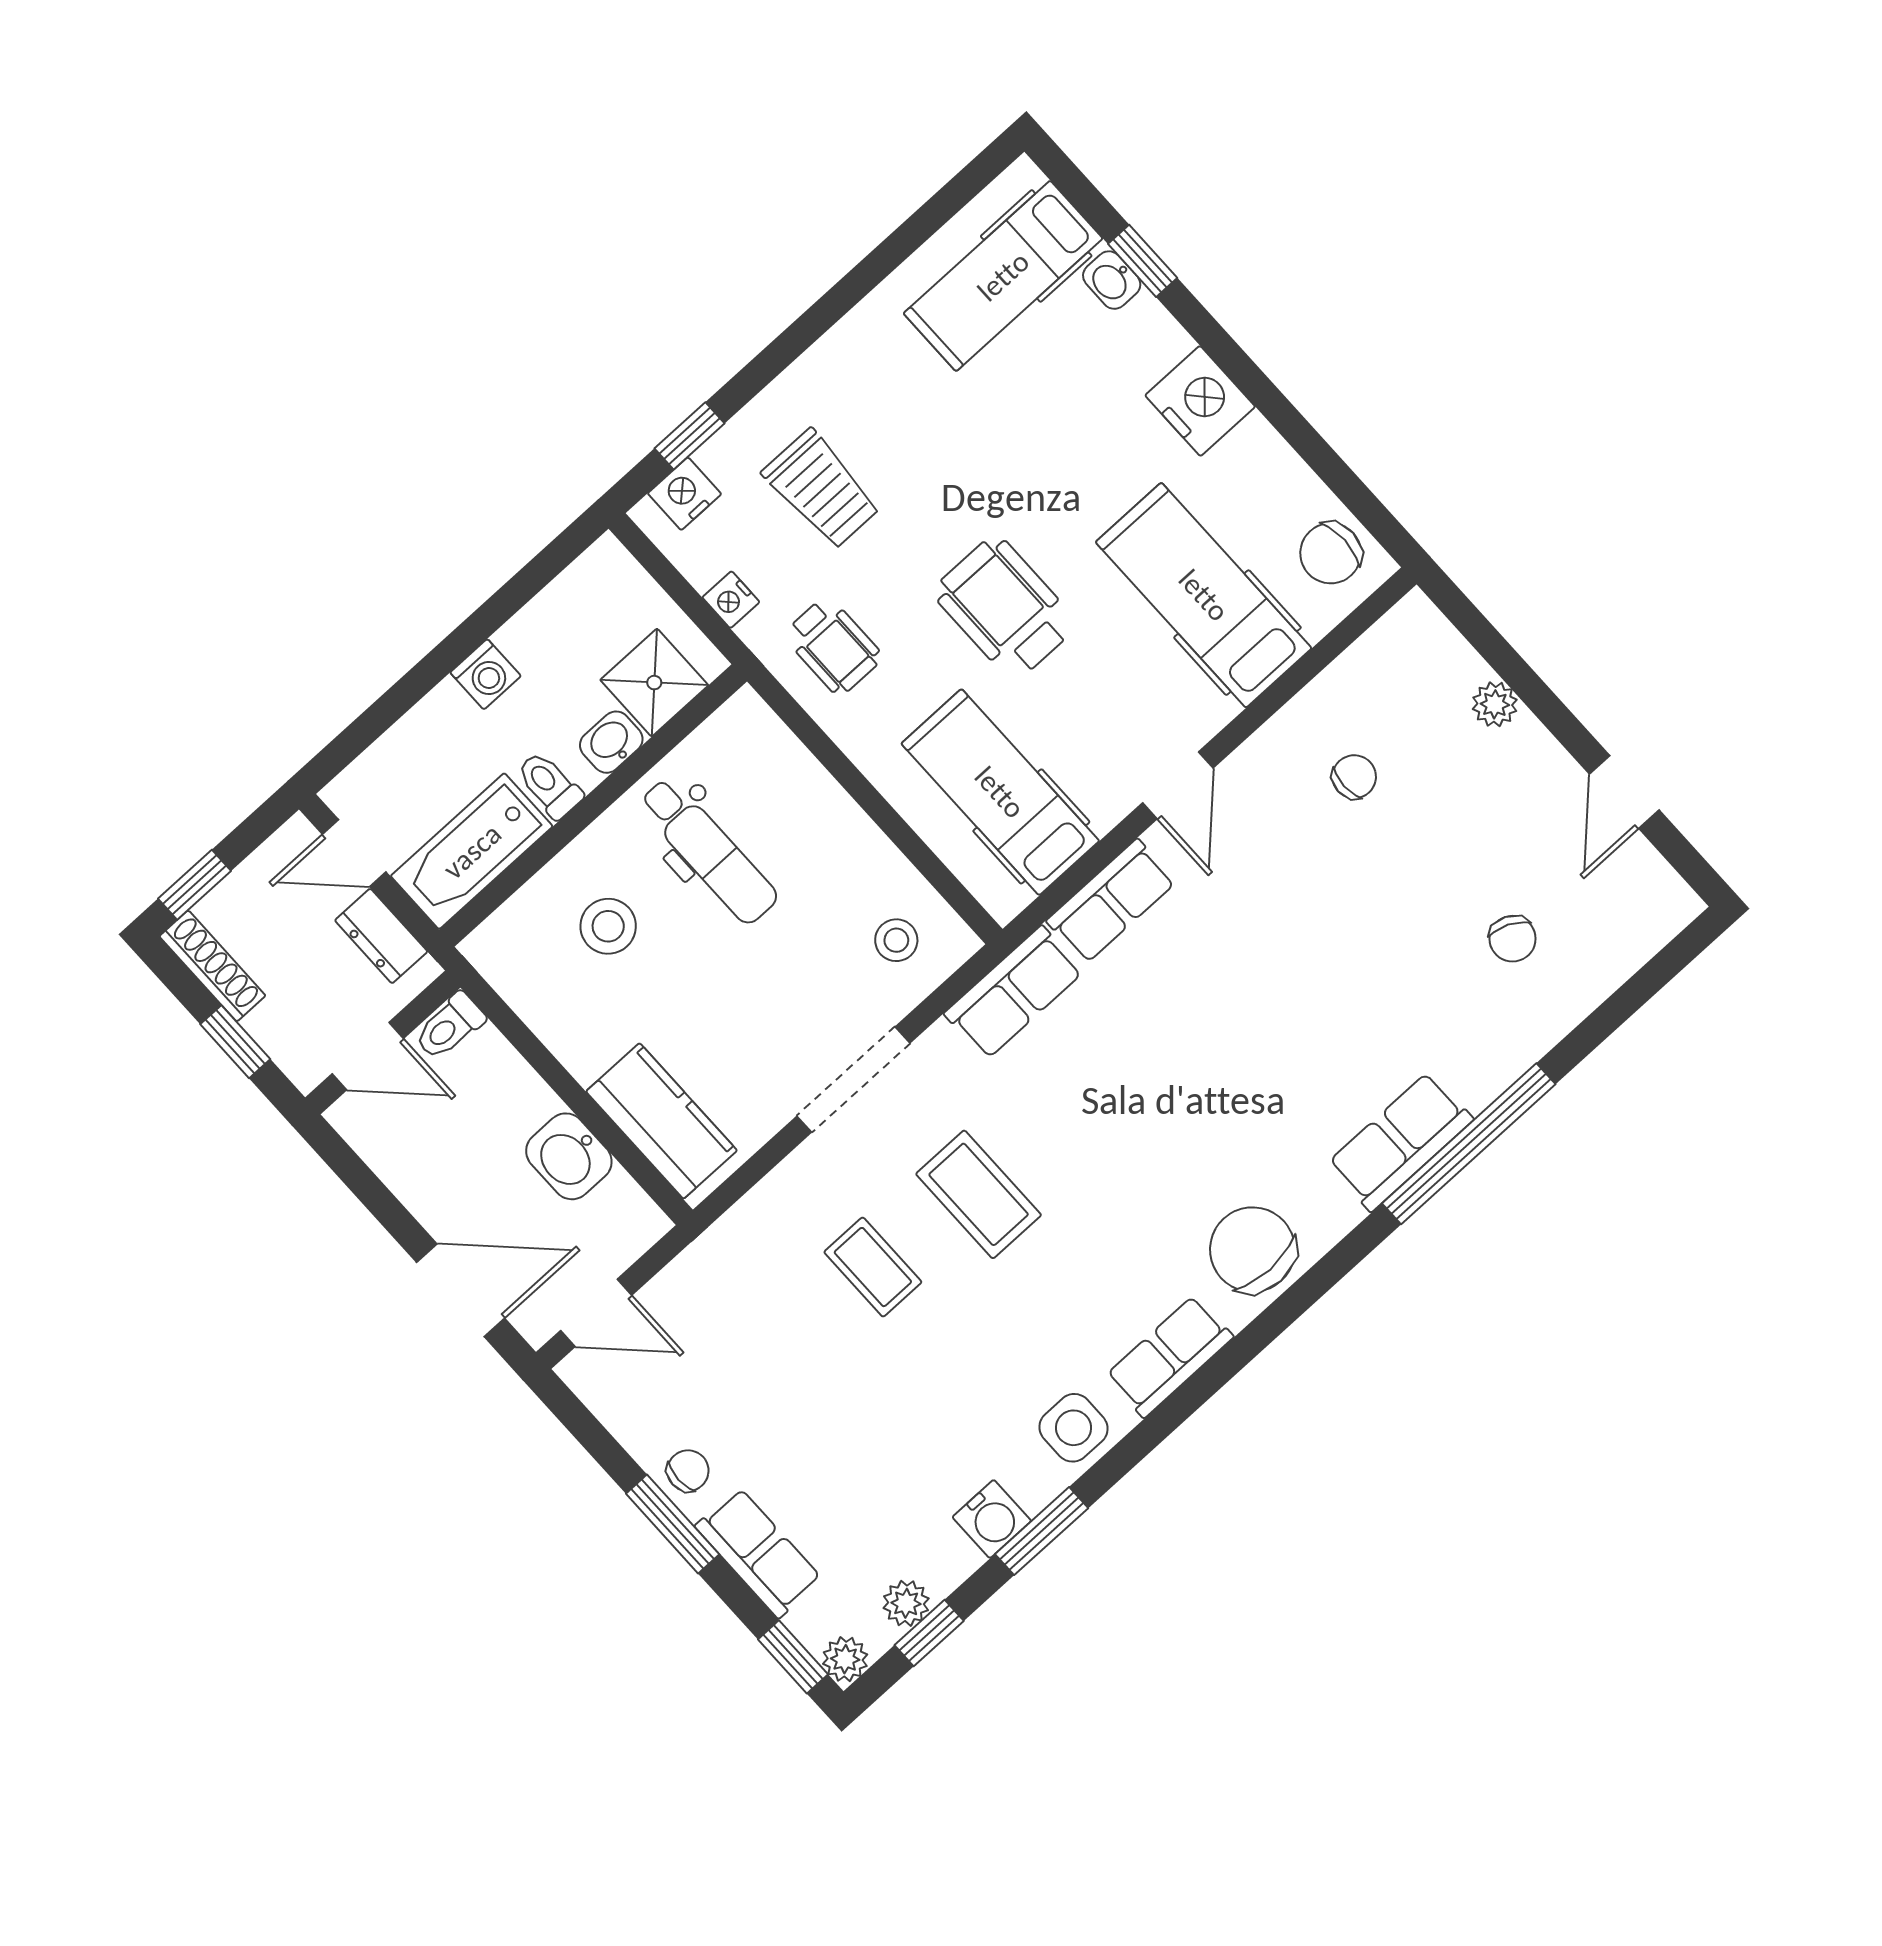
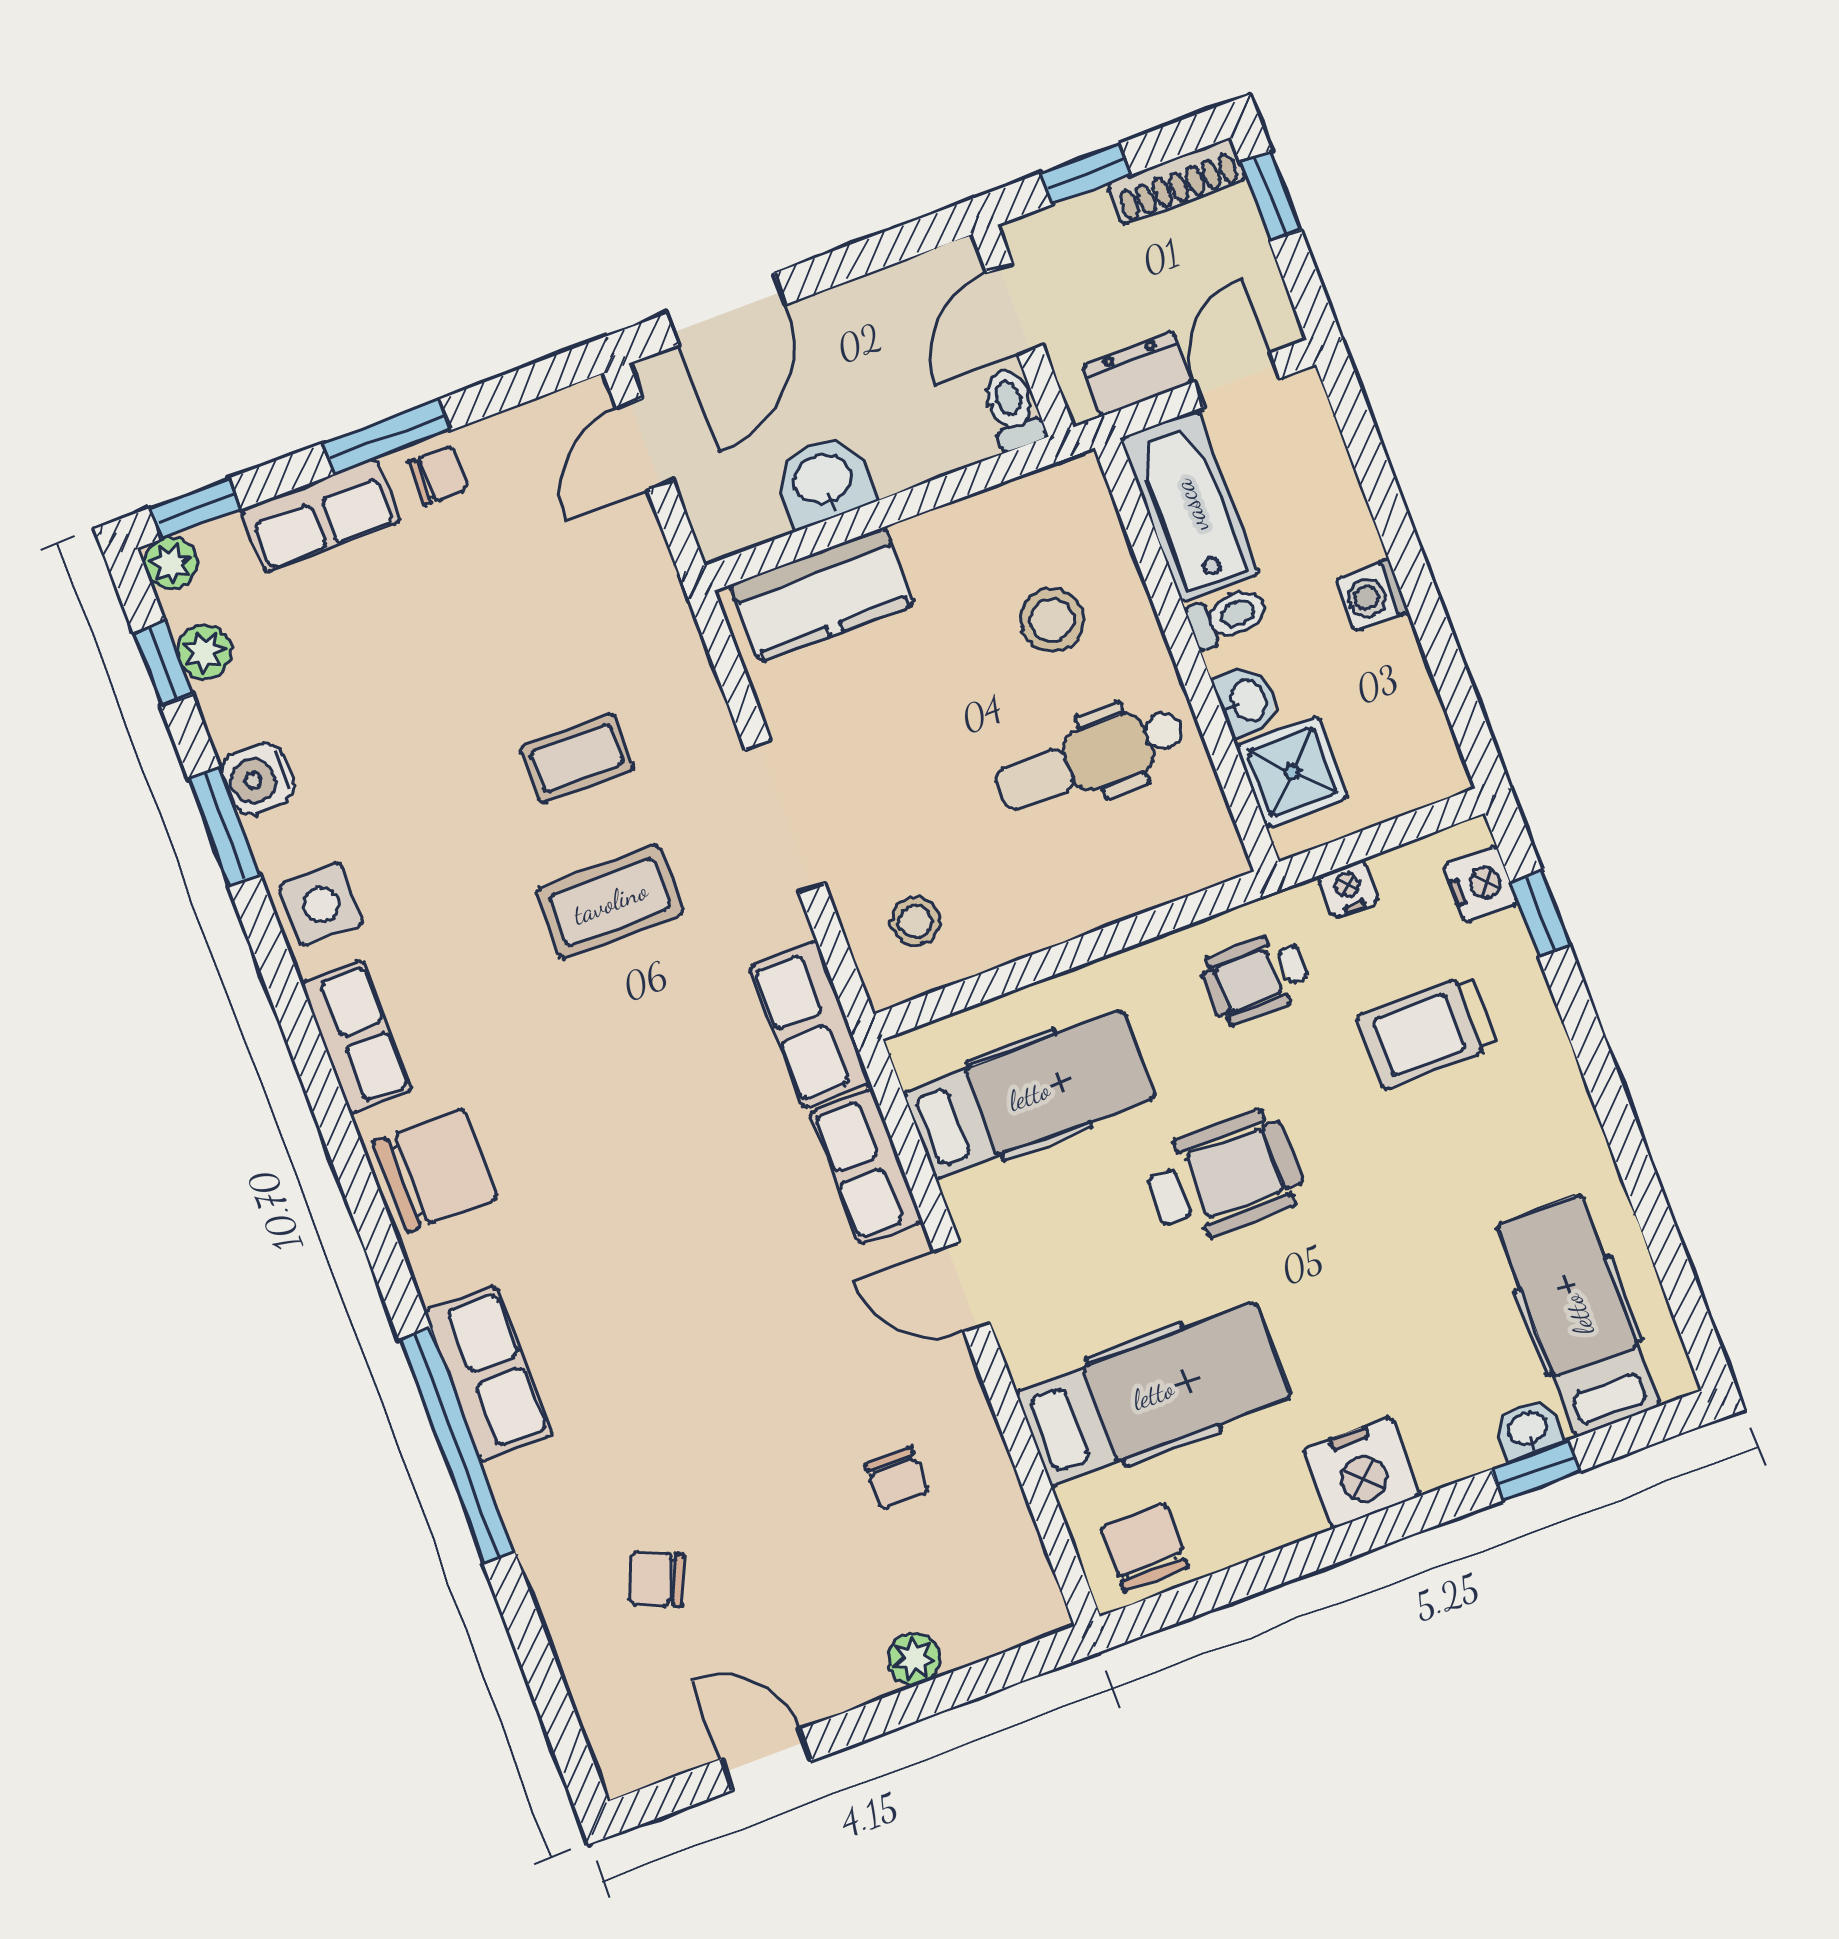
chair: (688, 1471) -> (438, 475), turned -90

